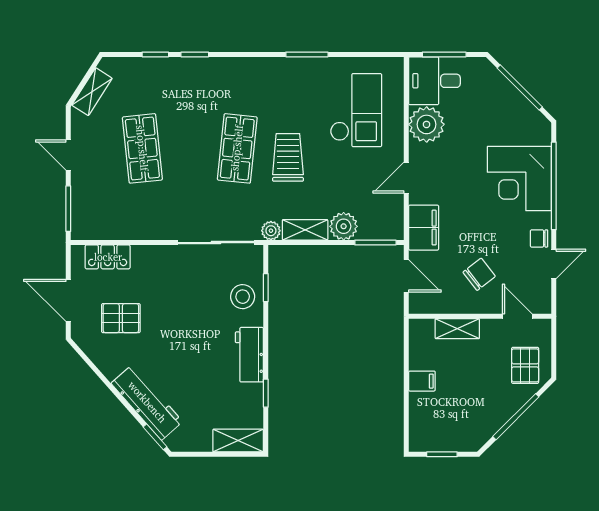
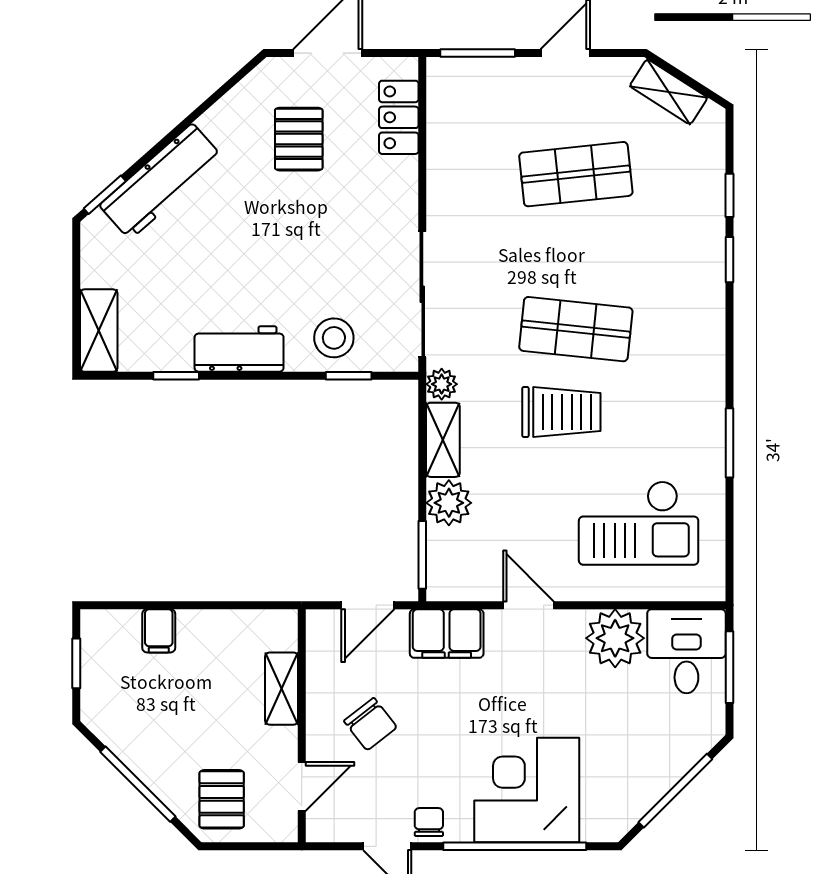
pallet: (525, 365) -> (222, 799), turned 90
filing cabinet: (422, 381) -> (159, 631), moved

